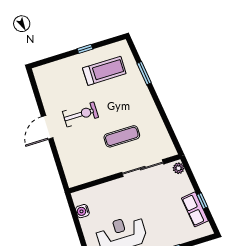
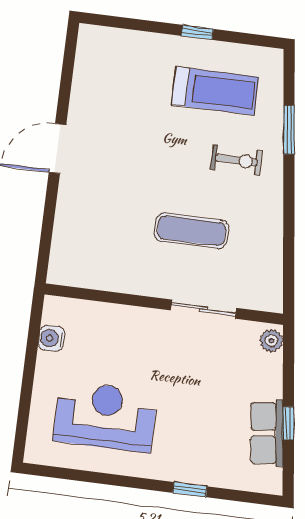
exercise bike: (80, 114) -> (236, 160), moved, width x0.73, depth x0.72
sliding door: (143, 168) -> (204, 309), width x0.73

